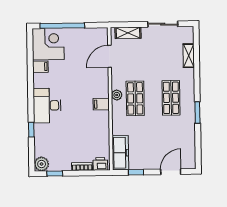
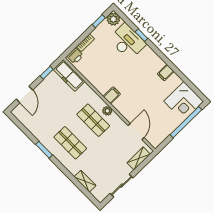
filing cabinet: (40, 67) -> (166, 73), moved
desk: (47, 105) -> (127, 42), moved

